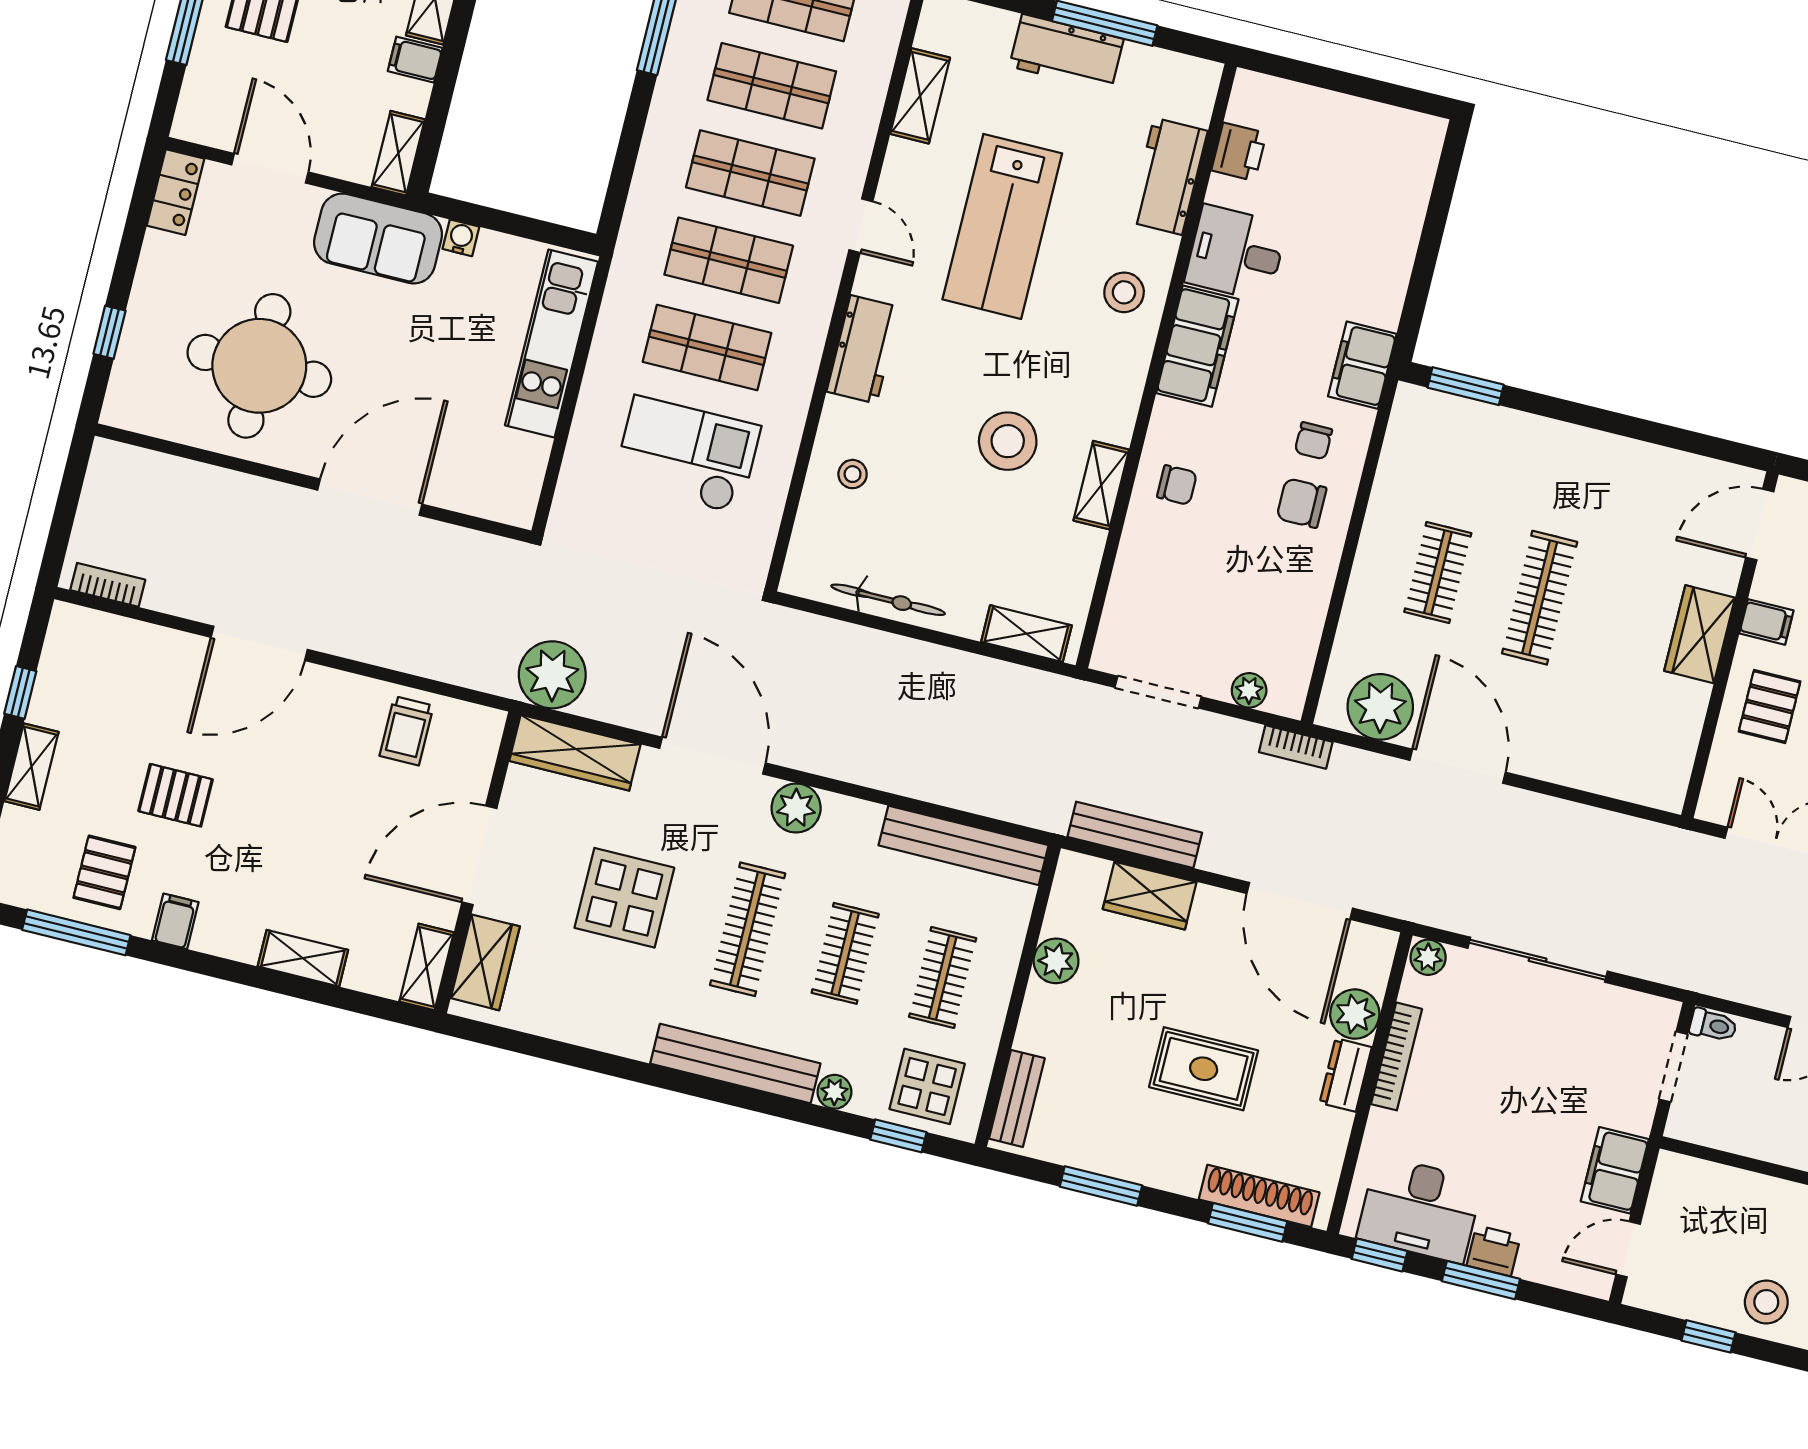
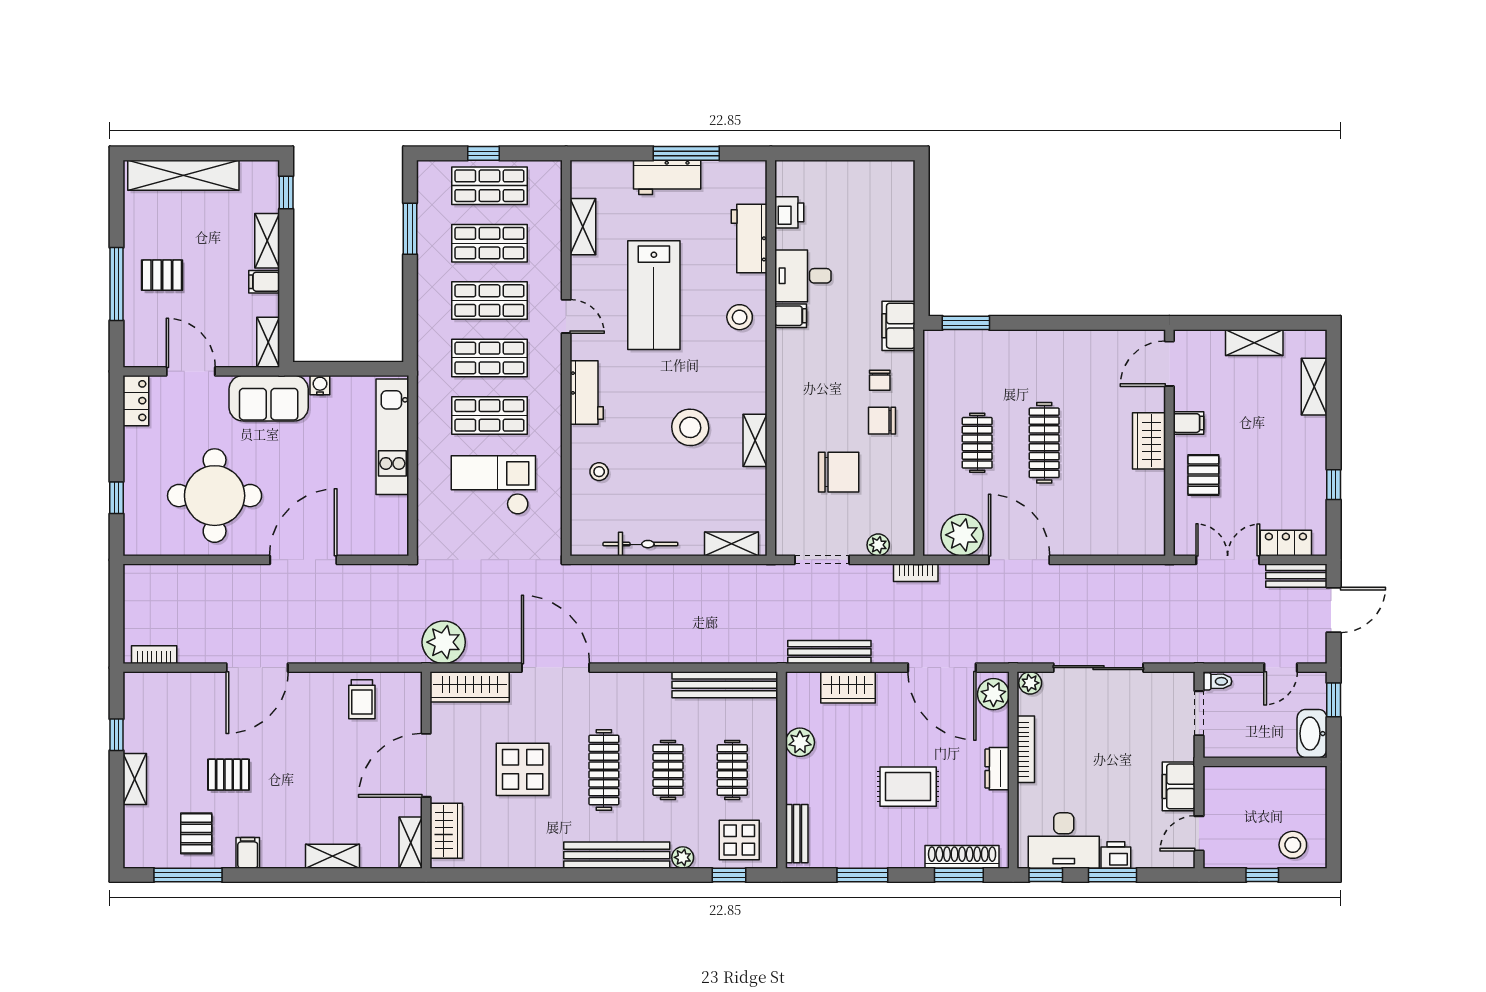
filing cabinet: (1197, 346) -> (791, 316), width x0.33, depth x0.86
chair: (1177, 485) -> (839, 472), moved, width x1.87, depth x1.87
plant: (796, 808) -> (615, 687), removed
plant: (1355, 1014) -> (993, 694), moved

